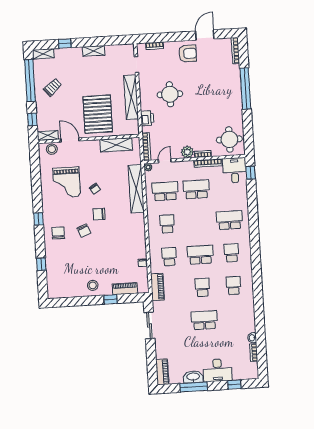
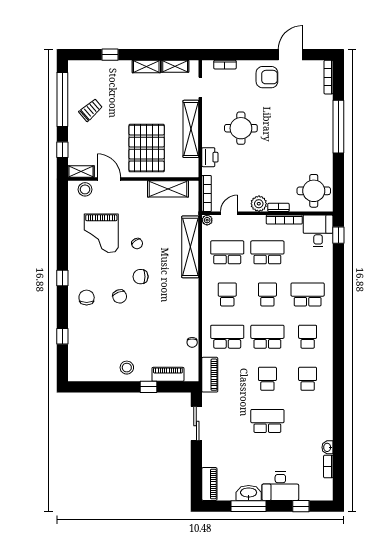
shelving: (43, 54) -> (175, 66), moved
school desk: (198, 222) -> (267, 294), added
school desk: (169, 257) -> (227, 337), width x1.85

